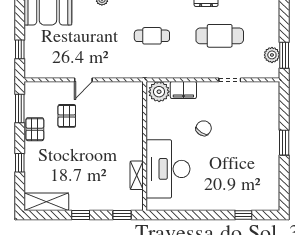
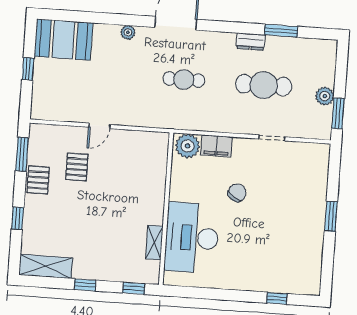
window: (20, 49) -> (28, 69), moved
plant: (272, 55) -> (325, 96), moved

